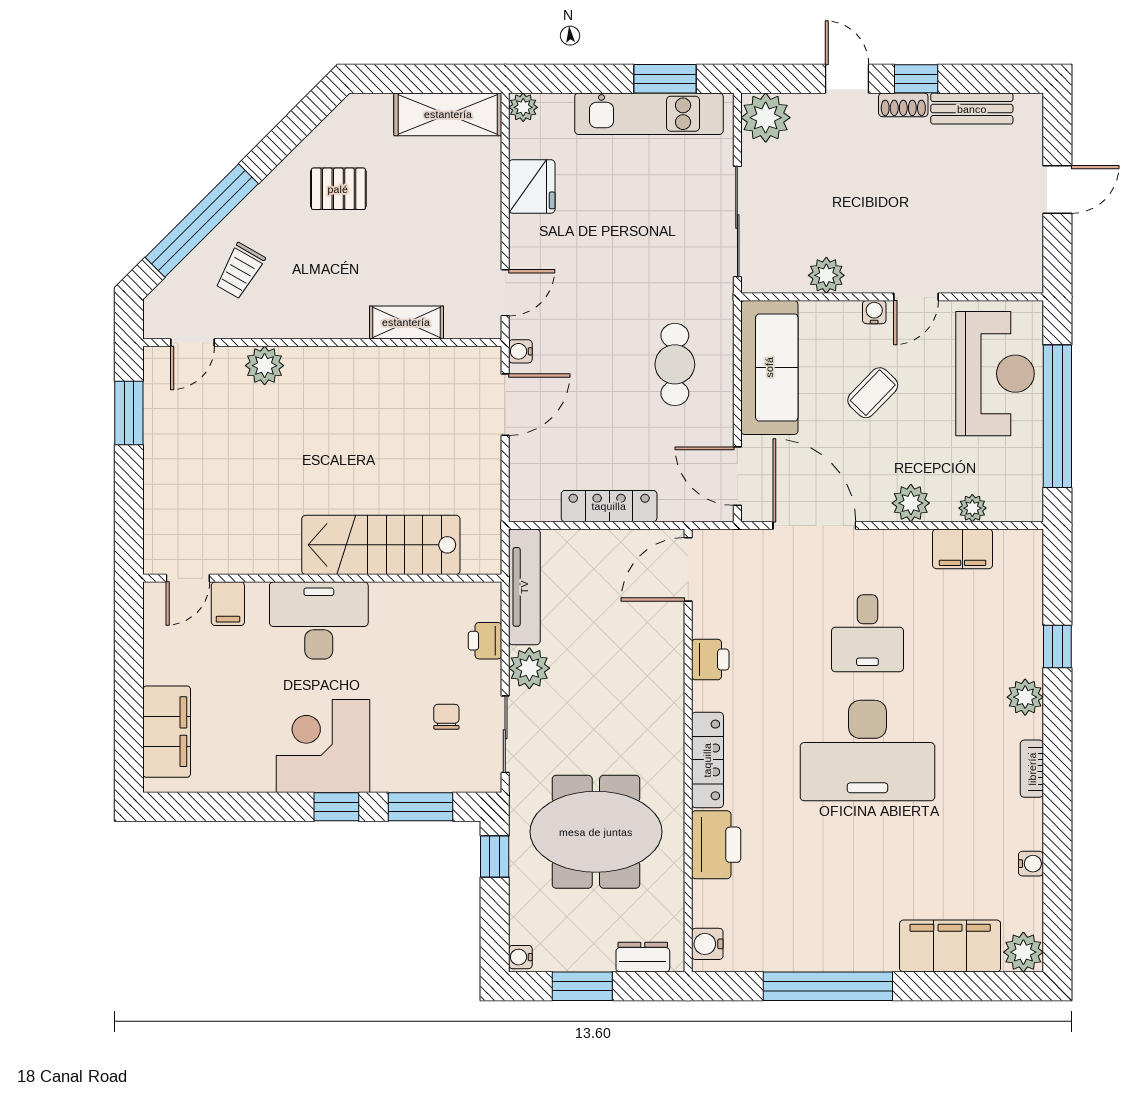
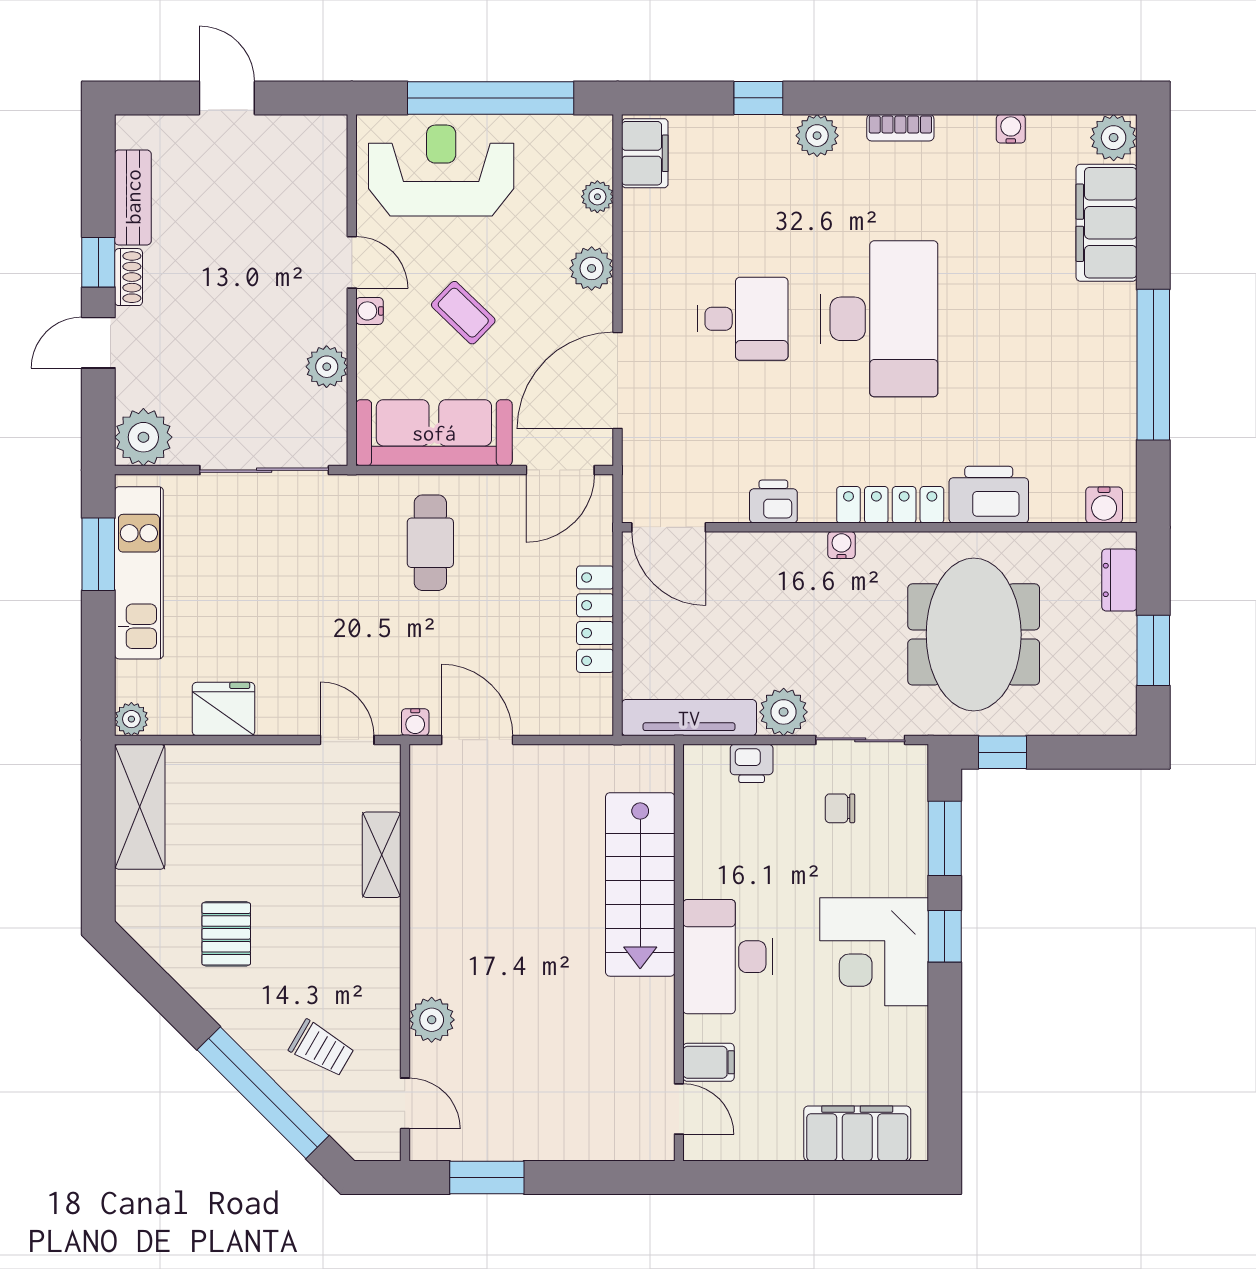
cafe table: (675, 364) -> (430, 543), turned 90
filing cabinet: (963, 549) -> (645, 153), moved
water cooler: (520, 957) -> (841, 545), moved, turned 180

